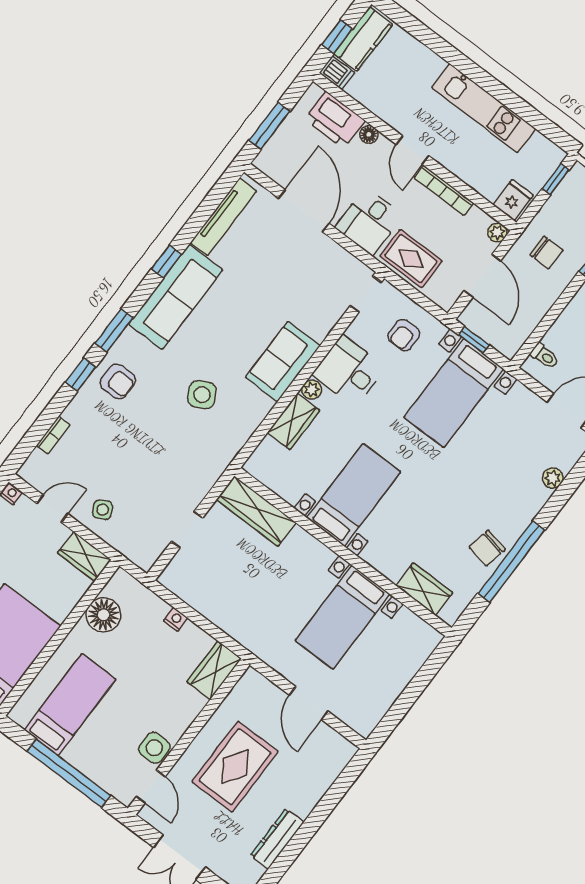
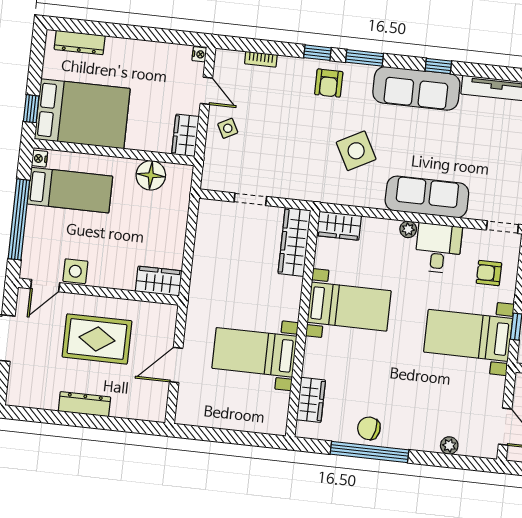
sofa: (283, 362) -> (427, 197), width x1.36
side table: (202, 395) -> (356, 151), width x1.37, depth x1.37
wardrobe: (293, 421) -> (339, 226), moved
nightstand: (176, 619) -> (40, 159), moved, turned 180
dresser: (277, 839) -> (84, 404), moved

